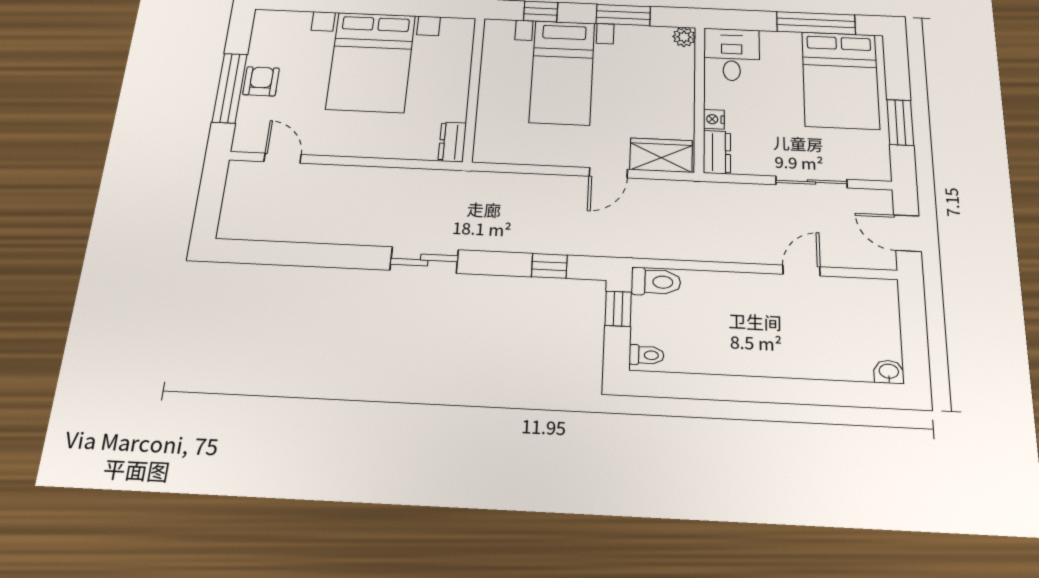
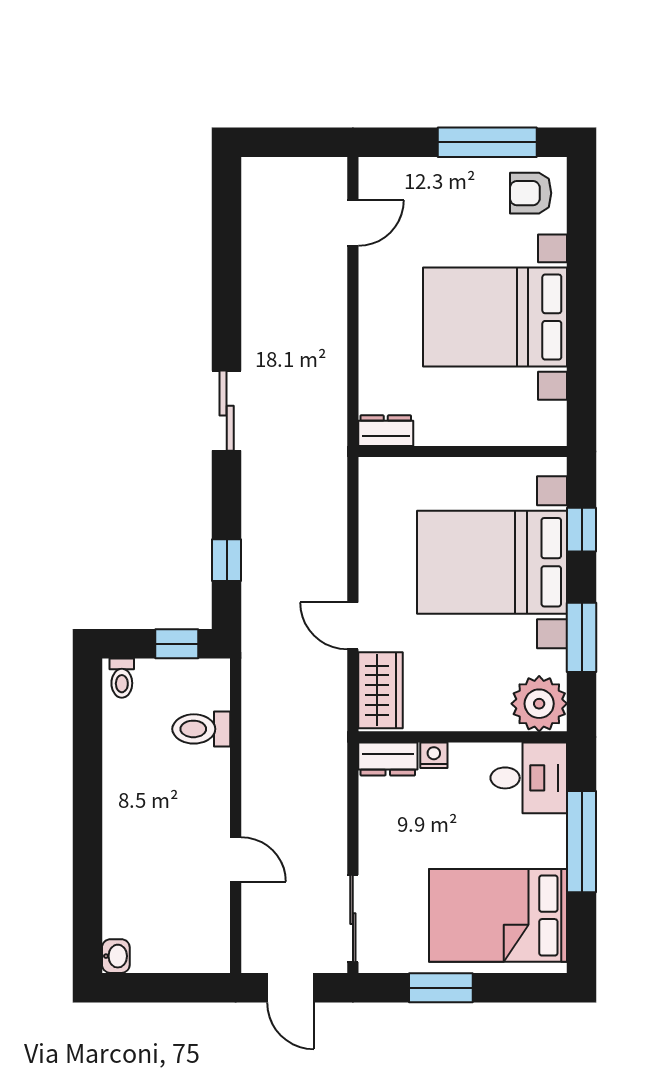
window: (816, 23) -> (582, 842), moved
plant: (684, 37) -> (539, 704), width x1.87, depth x1.87
bed with nightstands: (562, 72) -> (492, 562), width x1.36
armchair: (261, 81) -> (531, 193), moved, turned 180
window: (230, 88) -> (487, 142), moved
sliding door: (811, 182) -> (353, 919), moved
door: (907, 233) -> (290, 988), swing flipped
toilet: (656, 282) -> (201, 729), moved, turned 90

